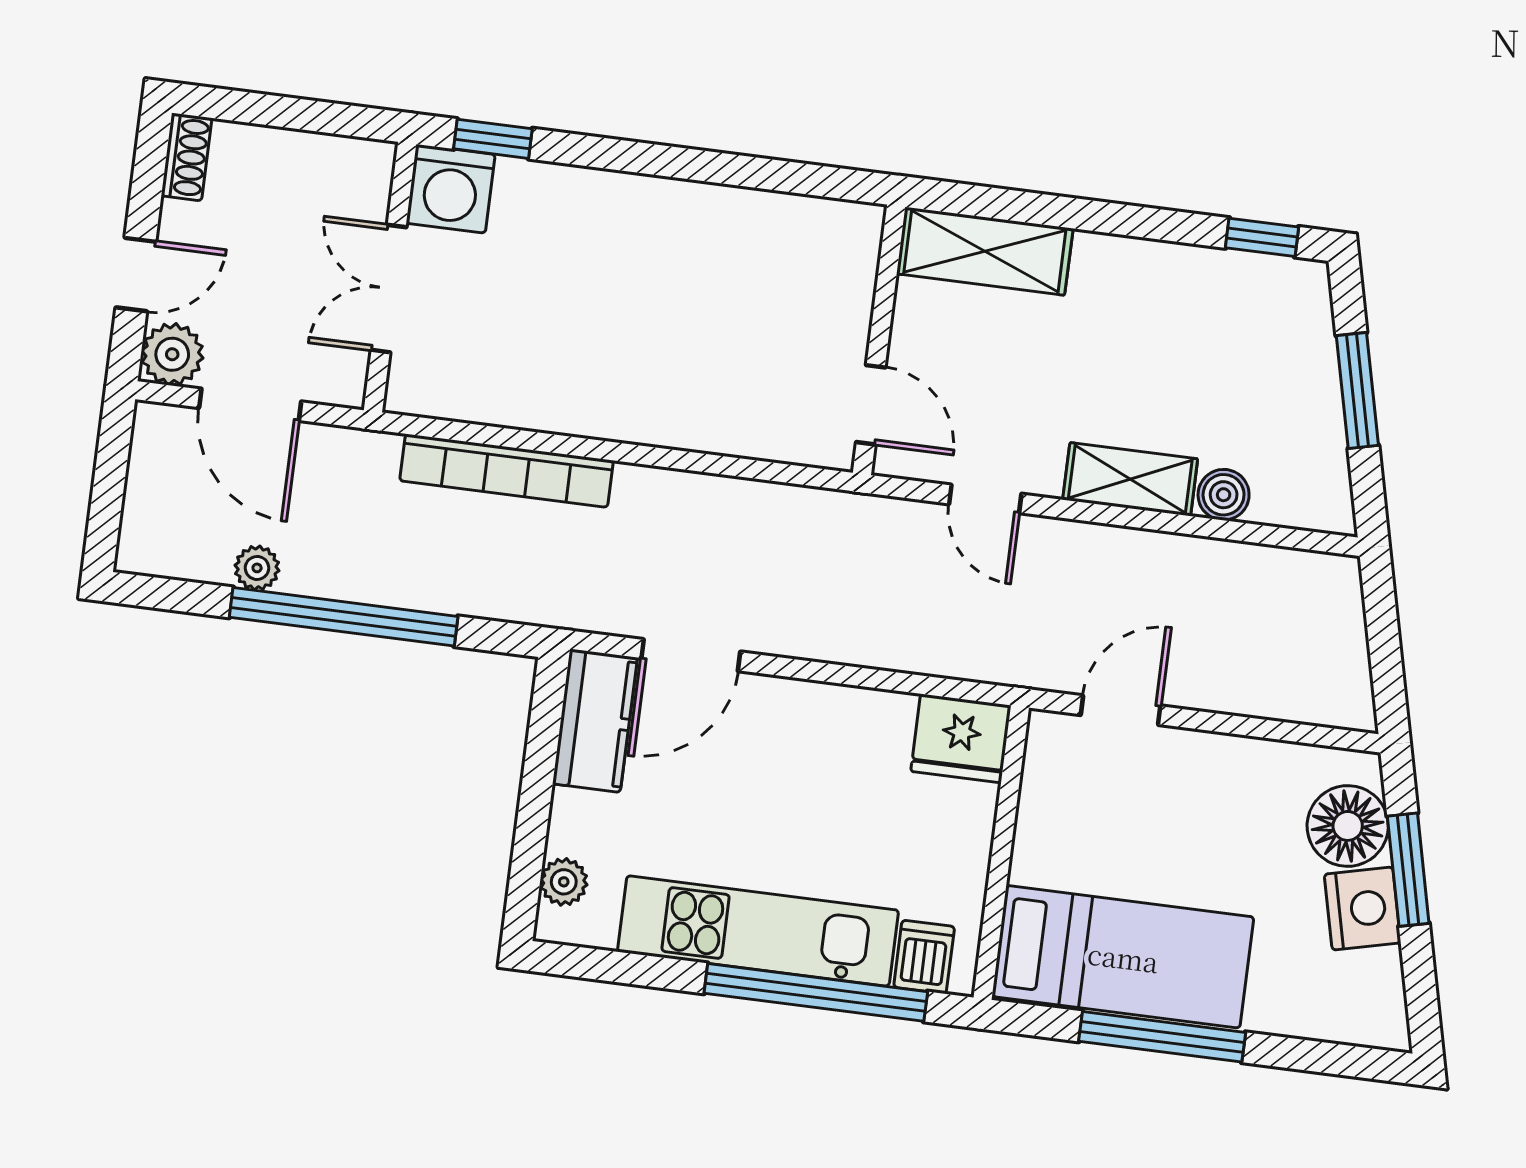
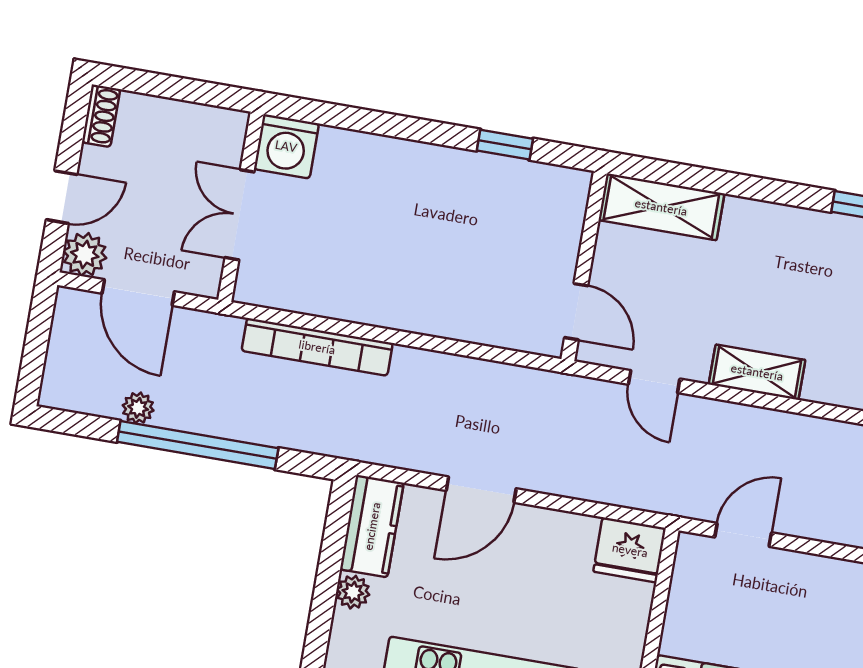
window: (493, 139) -> (505, 145), moved
boiler: (1224, 495) -> (822, 386), removed
door: (691, 655) -> (481, 490), moved
plant: (564, 882) -> (353, 592), moved

